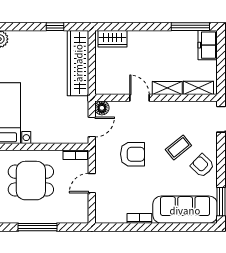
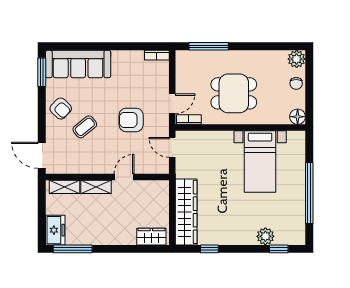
door: (140, 98) -> (124, 177), swing flipped
floor lamp: (102, 108) -> (162, 167), removed
door: (92, 127) -> (172, 147), hinge flipped
door: (92, 183) -> (172, 104), moved
bookcase: (139, 218) -> (157, 55), moved
window: (37, 227) -> (209, 46), moved

